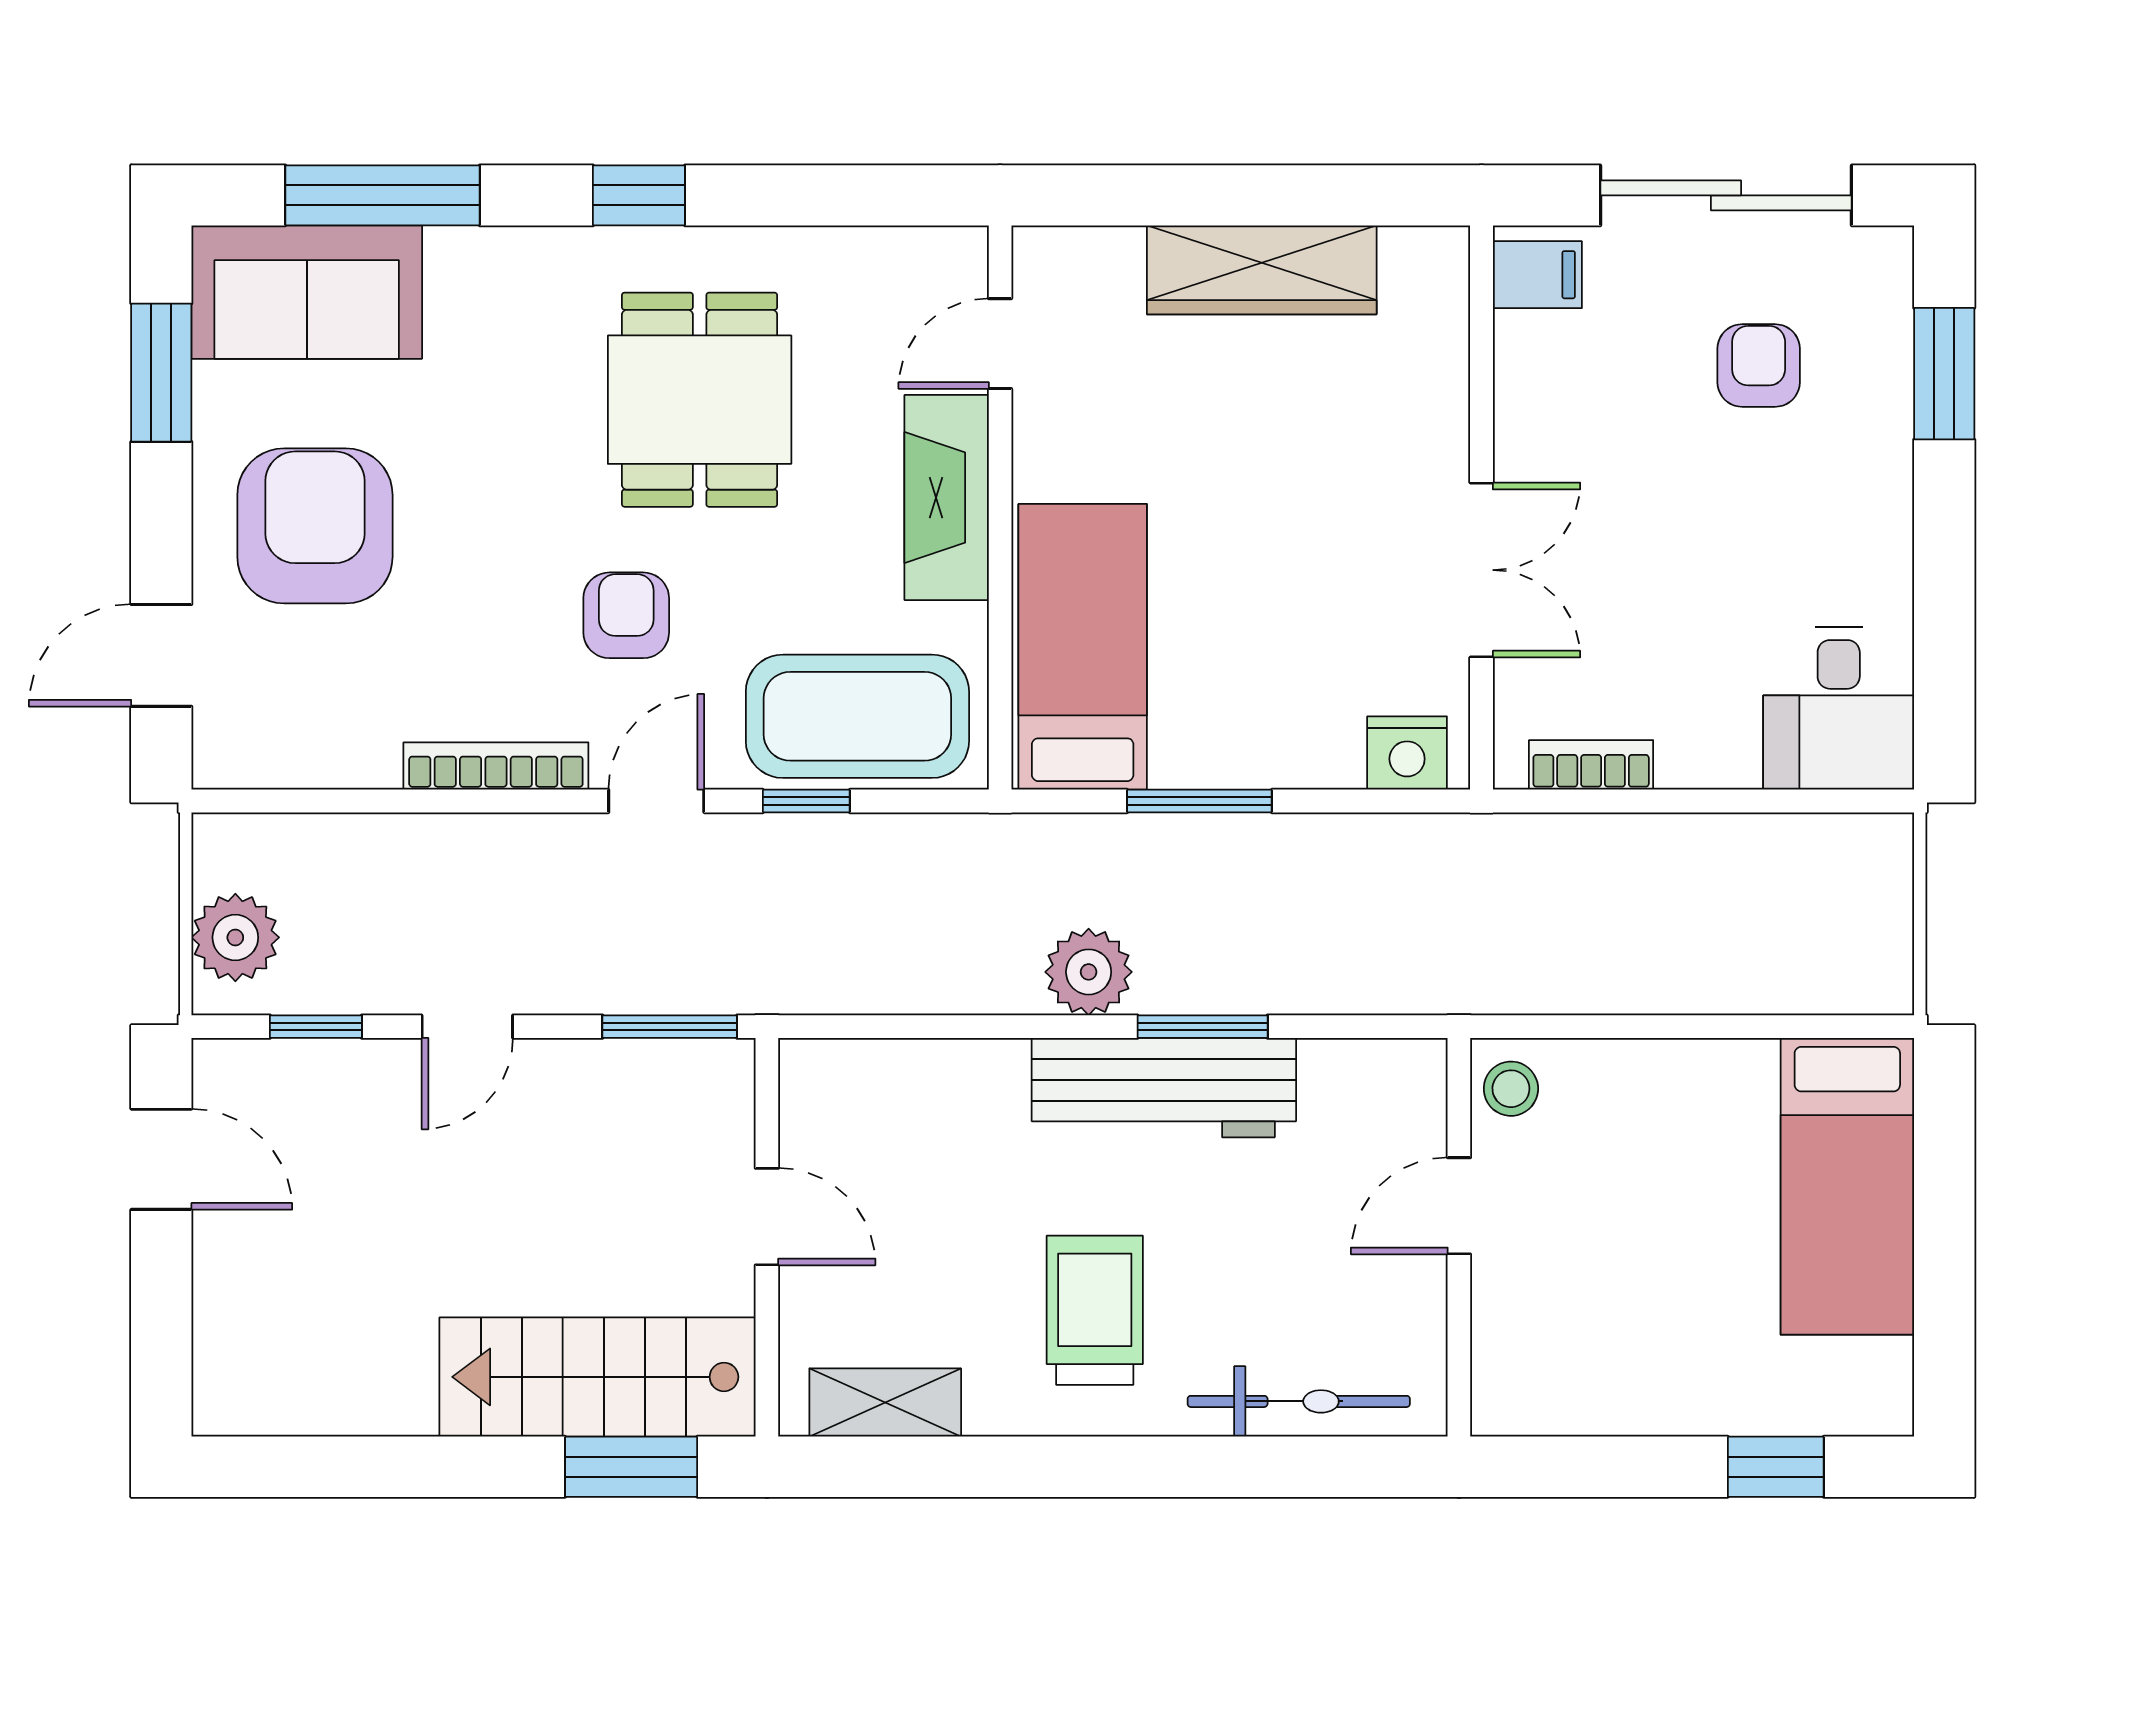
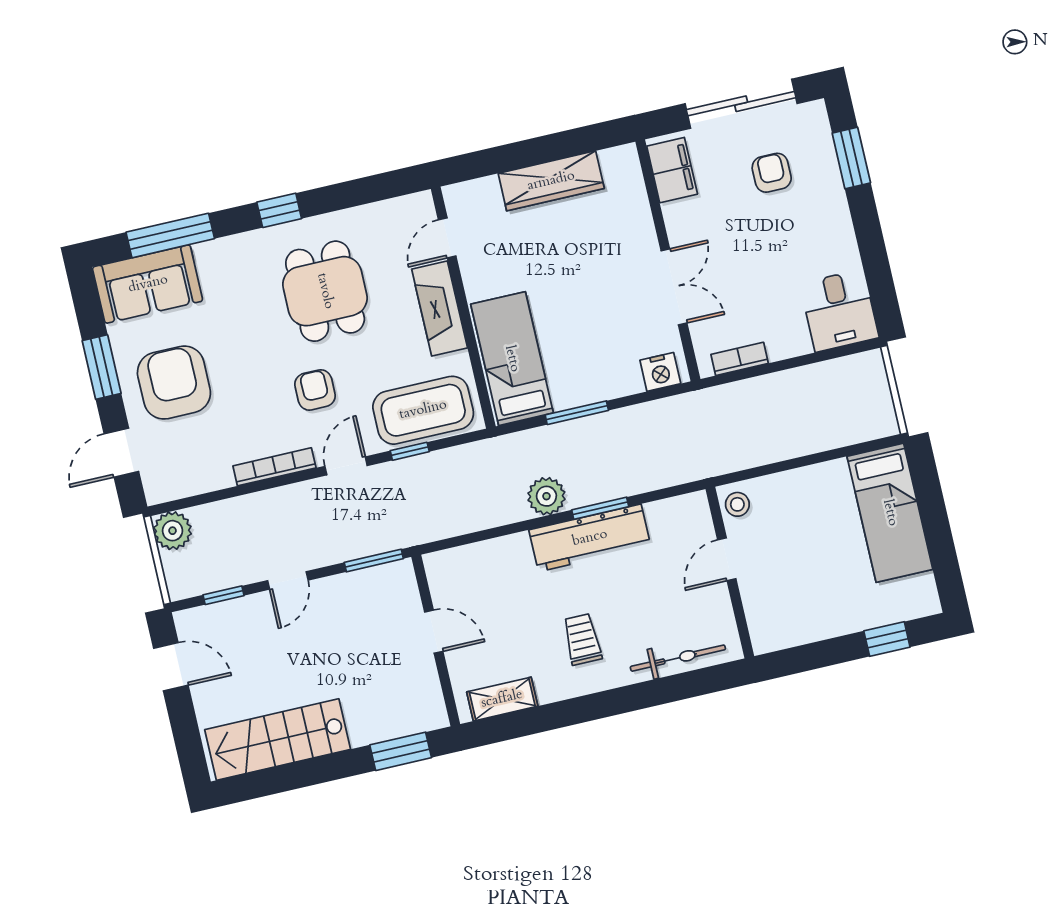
filing cabinet: (1537, 275) -> (672, 170), width x2.00
window: (161, 373) -> (102, 367), moved
plant: (235, 937) -> (173, 531), moved
trolley: (1095, 1310) -> (582, 639), width x0.73, depth x0.72
stairs: (598, 1377) -> (278, 740), moved

